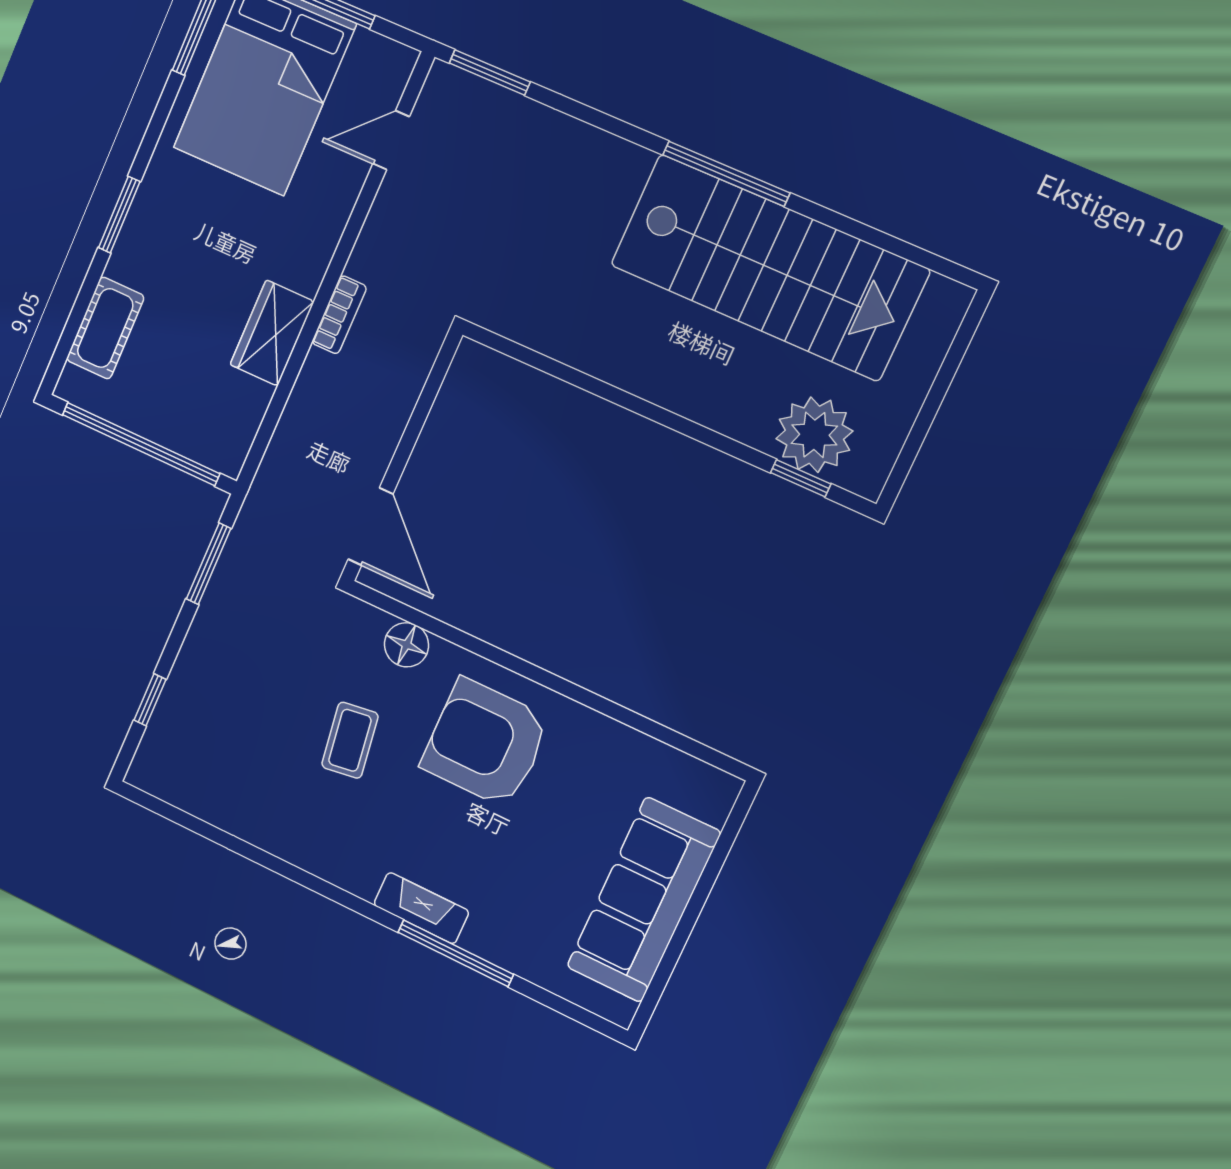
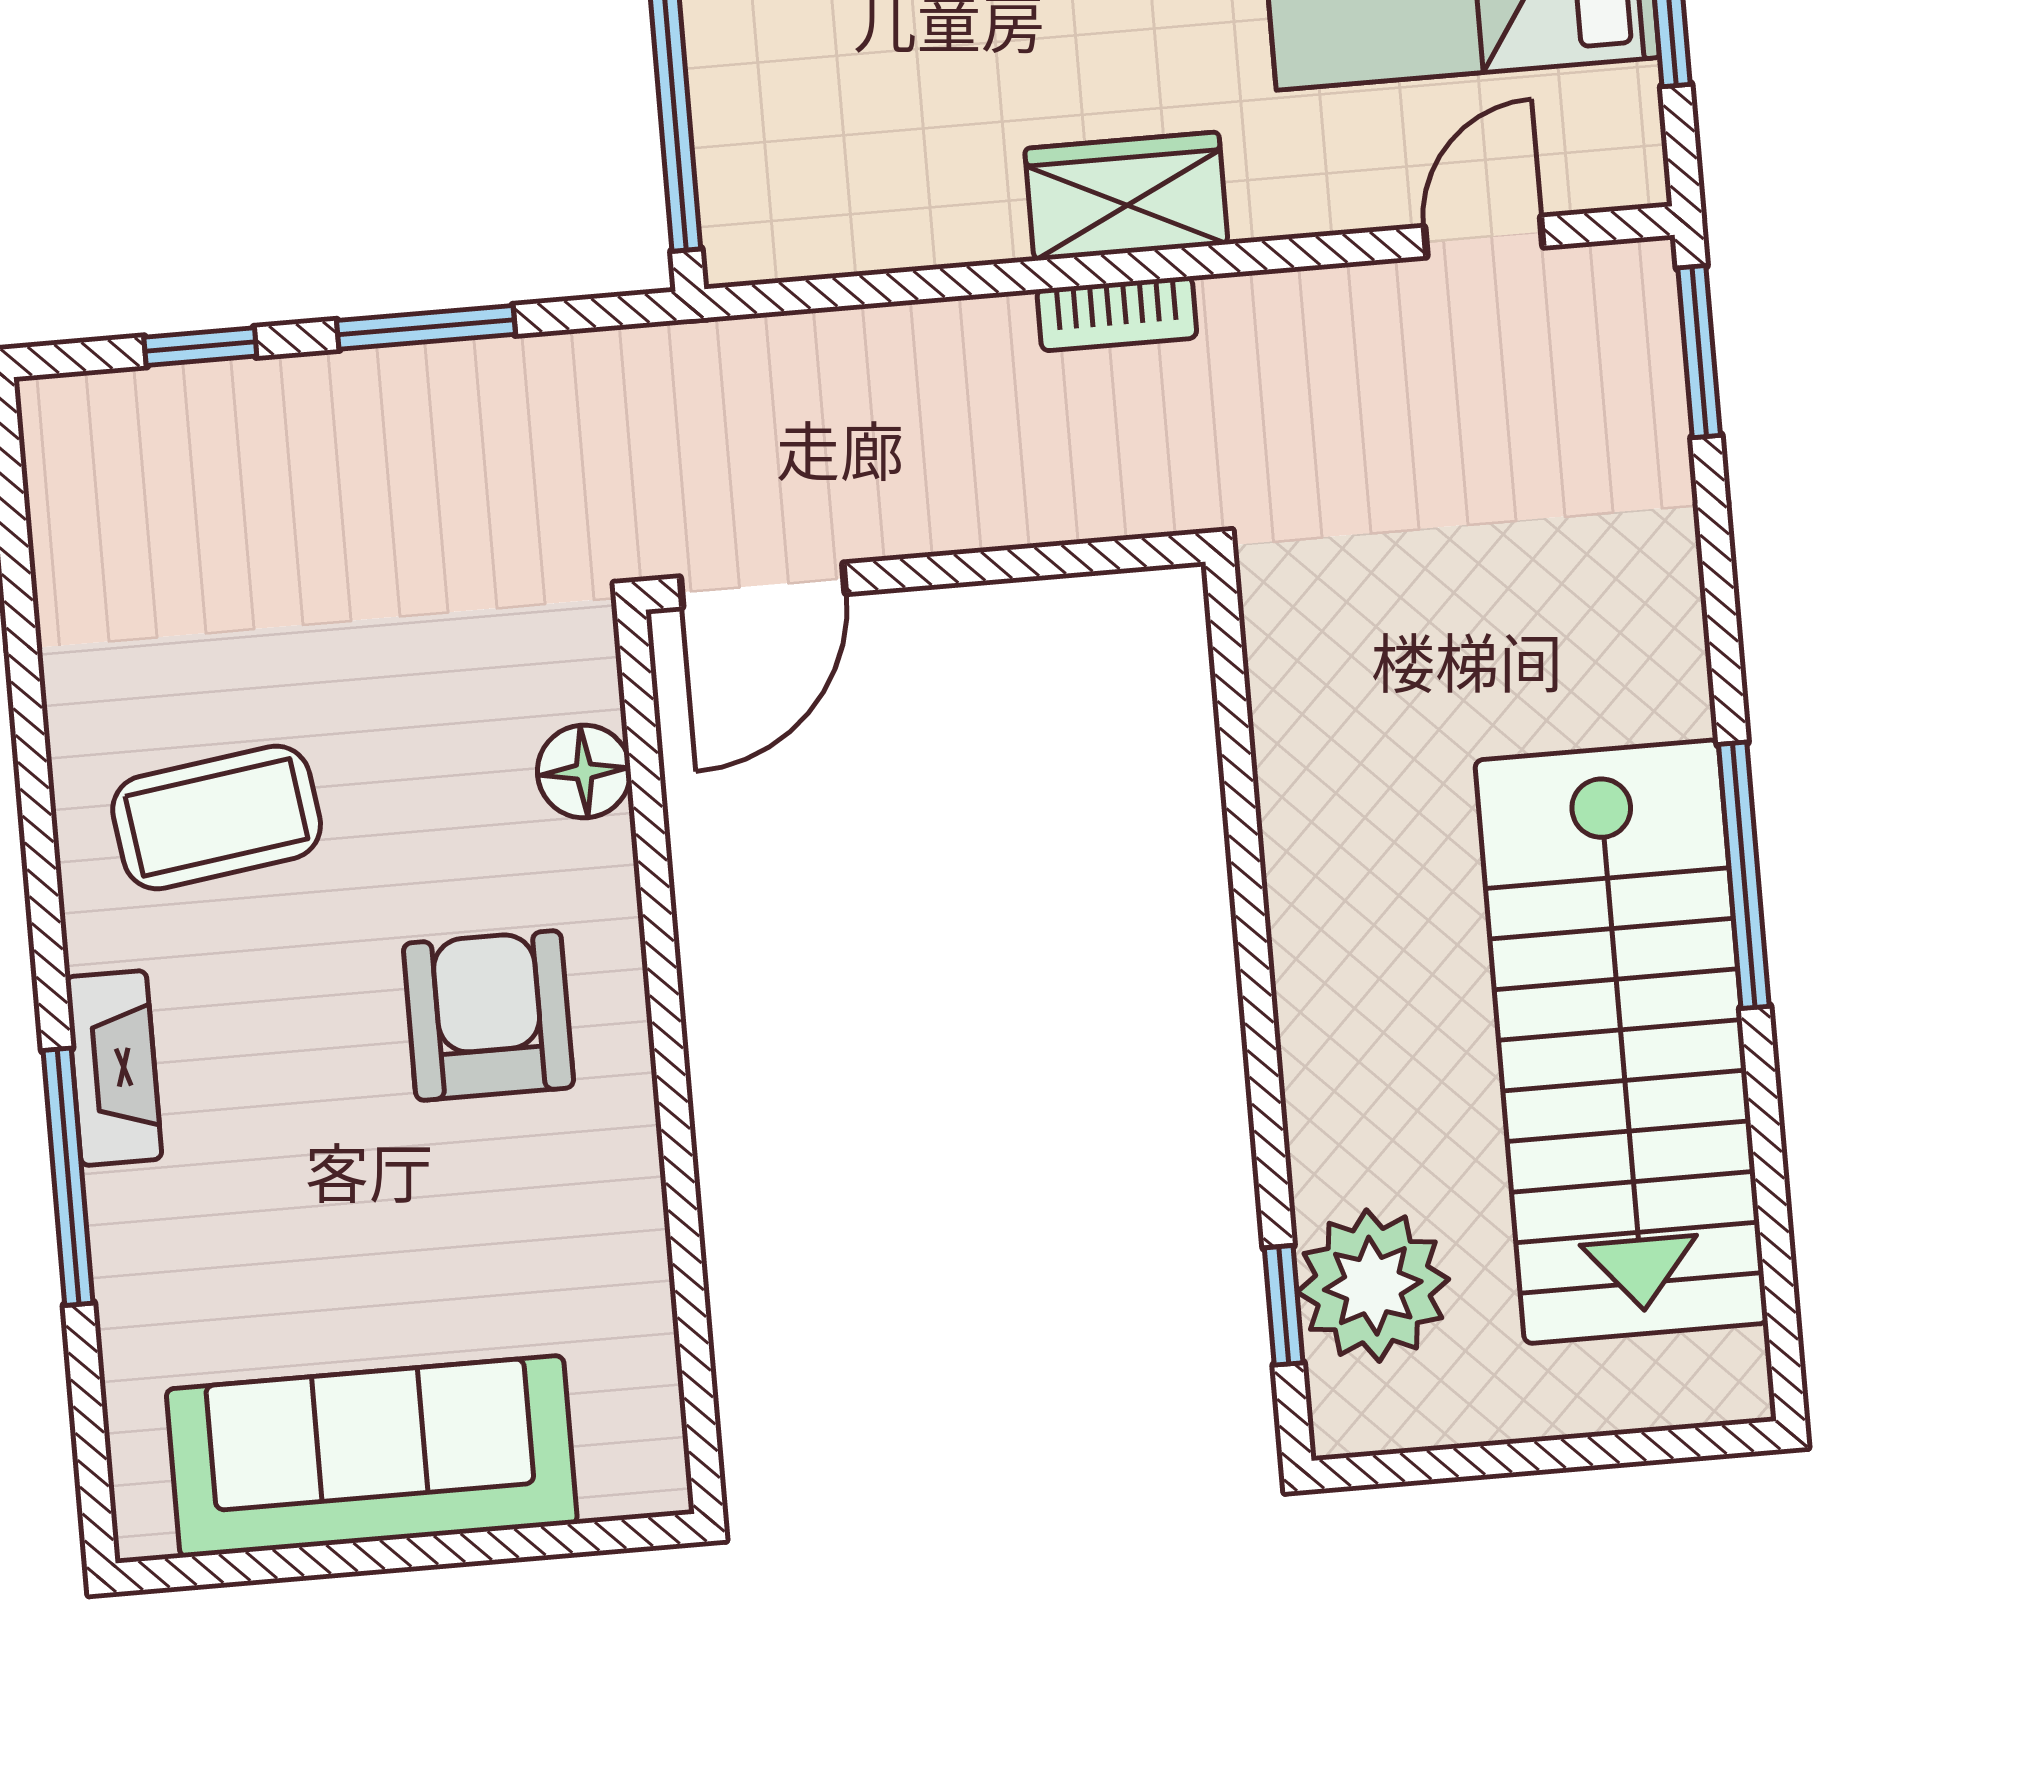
door: (391, 140) -> (1484, 237), hinge flipped
wardrobe: (272, 333) -> (1126, 196), moved
window: (209, 564) -> (426, 327), moved
coffee table: (350, 740) -> (217, 817), moved, width x1.36, depth x1.30
armchair: (486, 743) -> (488, 1016), width x0.73, depth x0.73

